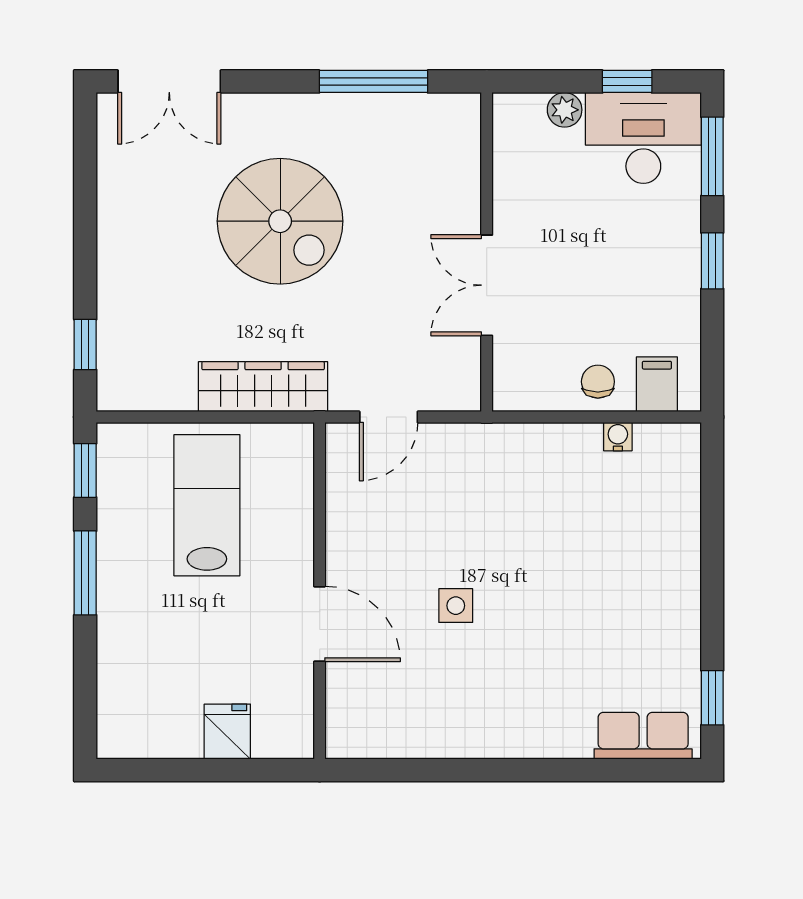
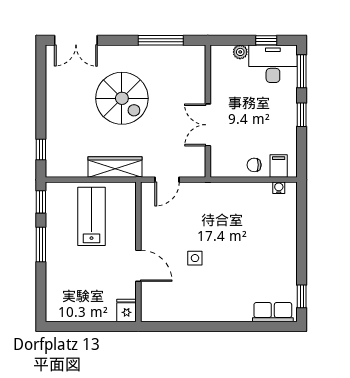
chair: (598, 382) -> (254, 165), turned -90
water cooler: (618, 437) -> (279, 188), moved
fridge: (227, 732) -> (127, 310), moved

